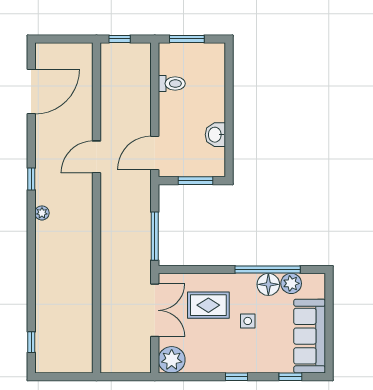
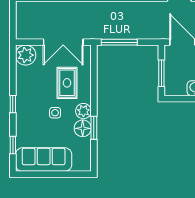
window: (268, 270) -> (94, 128), width x0.47
plant: (291, 283) -> (83, 111), moved

